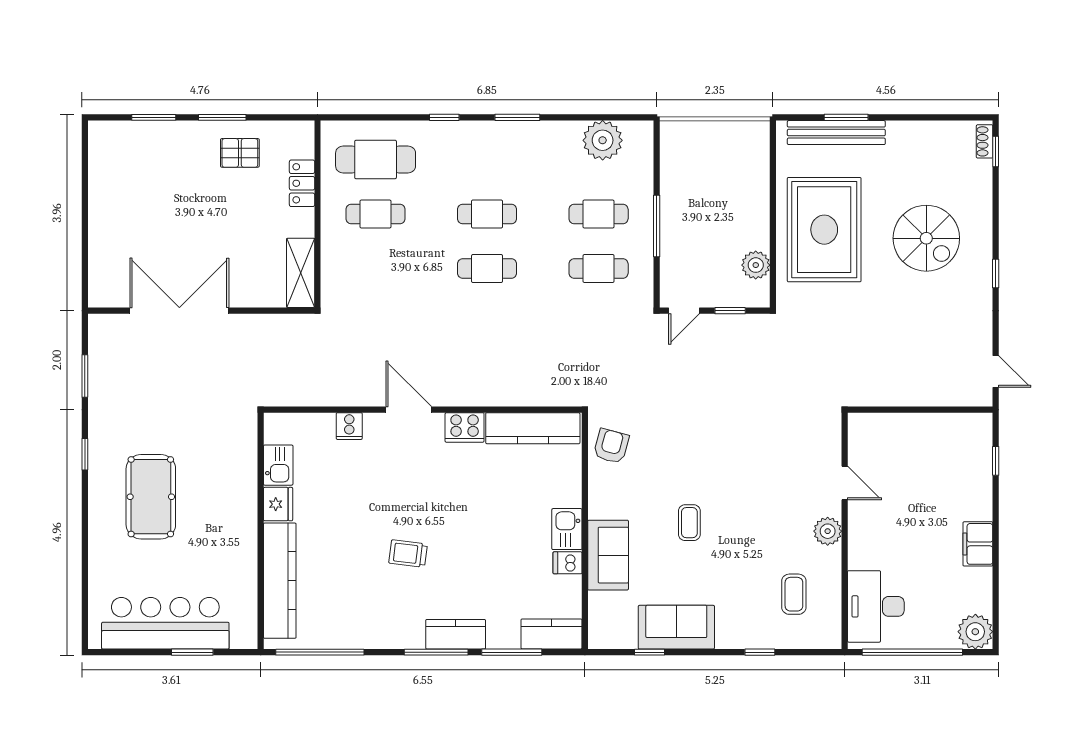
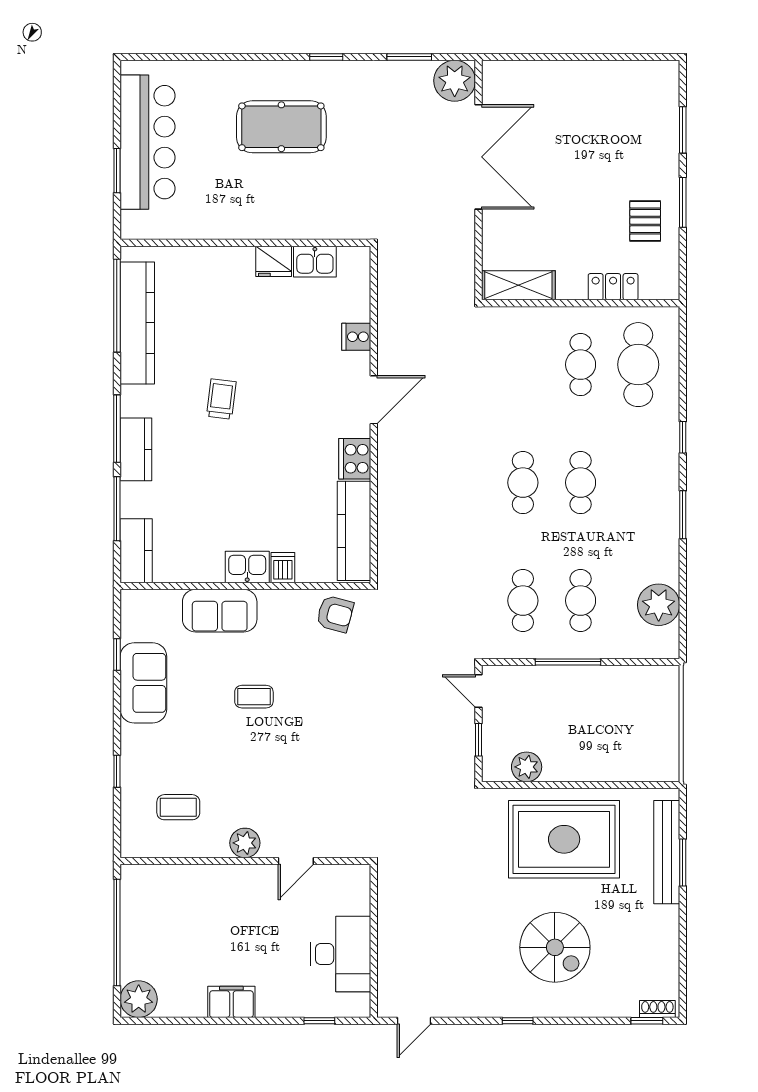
spiral stairs: (926, 238) -> (555, 947), turned -90
plant: (107, 333) -> (455, 81), added
dishwasher: (567, 563) -> (283, 568), moved
kitchen counter: (280, 581) -> (137, 323), moved, turned -90
desk: (876, 606) -> (341, 954), moved, turned 90

